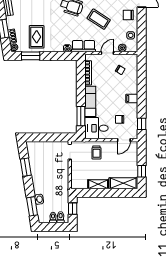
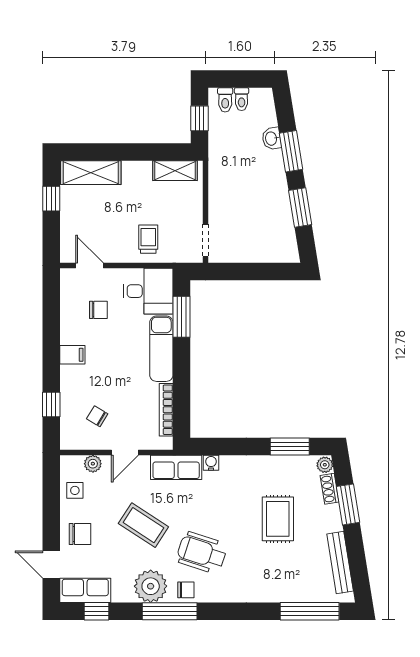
rug: (37, 37) -> (278, 519), moved
window: (142, 124) -> (51, 404), moved
door: (124, 140) -> (89, 266), hinge flipped
shelving: (98, 184) -> (175, 171), moved
window: (32, 206) -> (291, 151), moved

